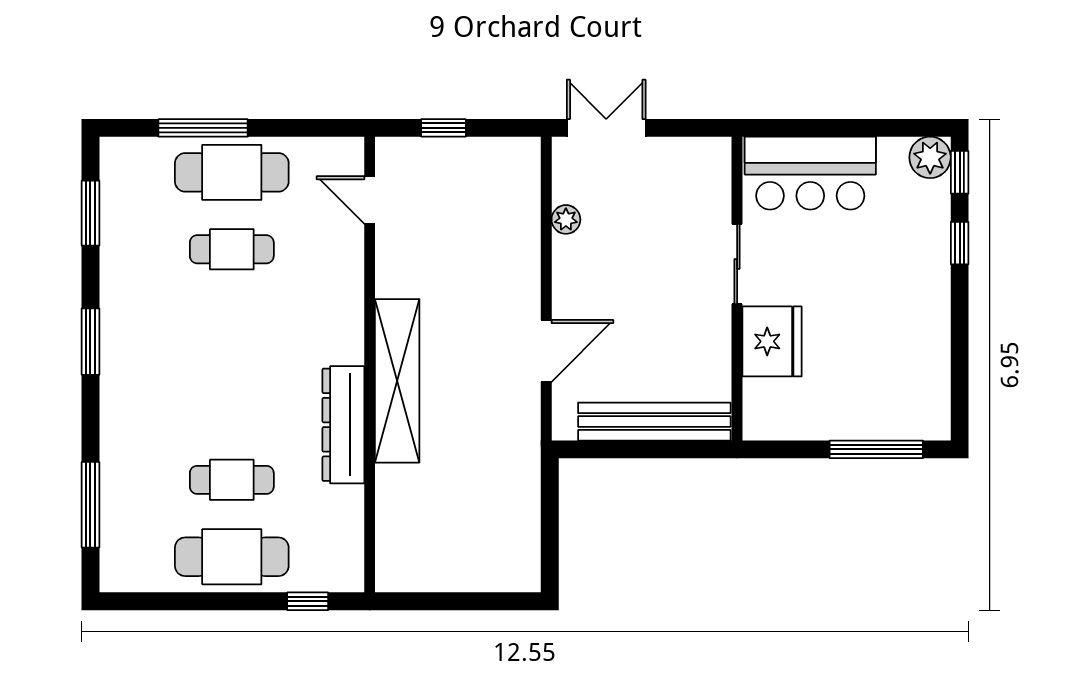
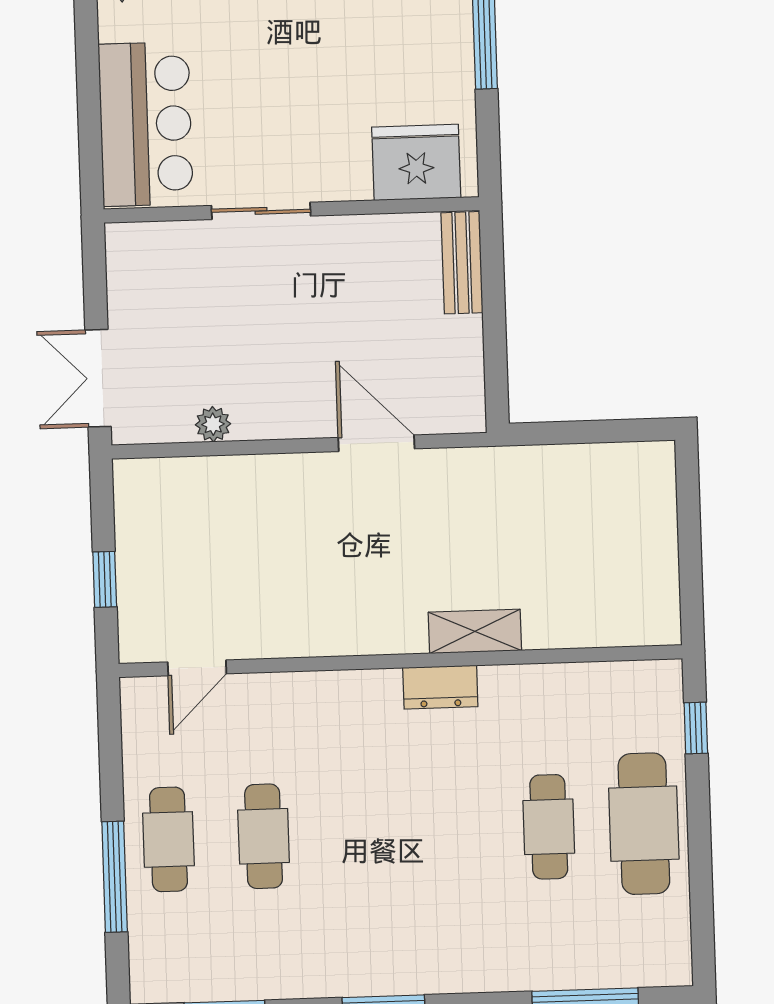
cafe table: (232, 172) -> (168, 839), width x0.73, depth x0.74
fridge: (772, 341) -> (416, 162), moved
shelving: (397, 381) -> (475, 631), width x0.45, depth x0.75
bench: (654, 422) -> (462, 263), width x0.54, depth x0.82
dresser: (343, 425) -> (440, 687), width x0.51, depth x0.80

